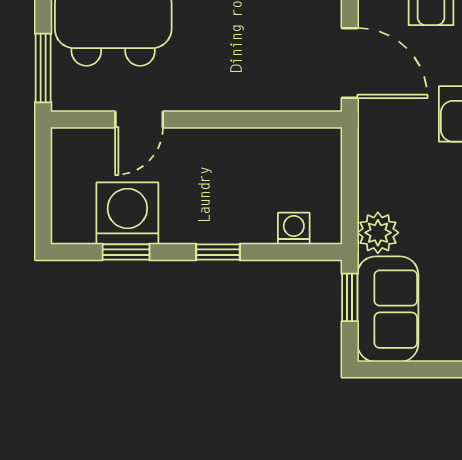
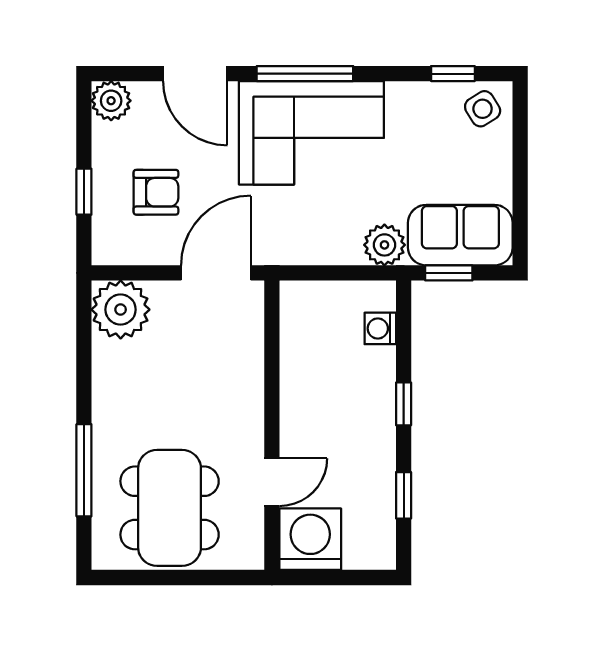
window: (43, 68) -> (221, 578), removed
door: (139, 119) -> (272, 482), hinge flipped
washing machine: (127, 213) -> (310, 539), moved, turned 90

